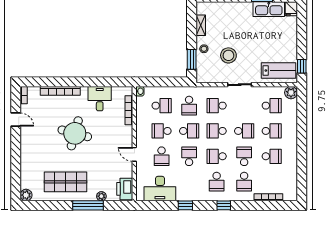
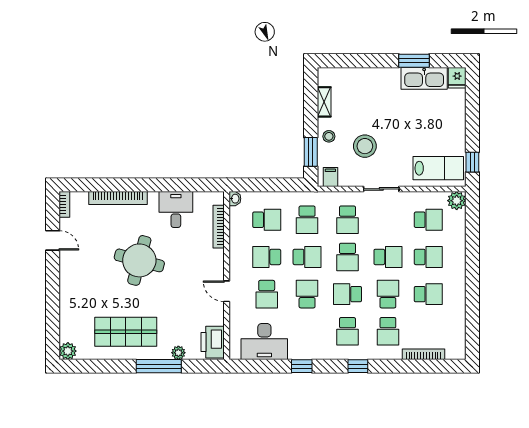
filing cabinet: (205, 76) -> (330, 177), added
school desk: (217, 106) -> (347, 220), turned -90
school desk: (217, 131) -> (347, 257), turned -90

